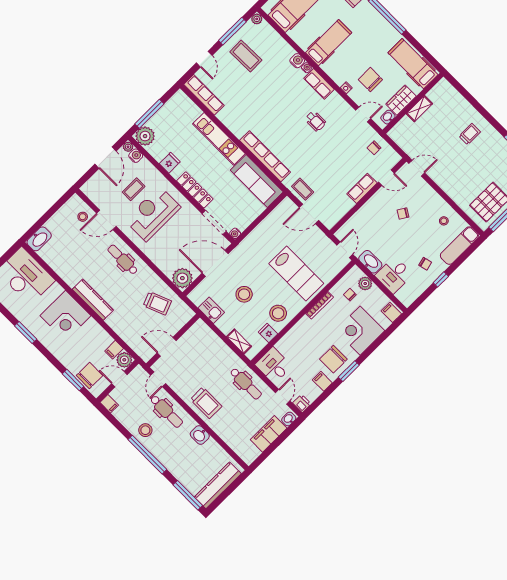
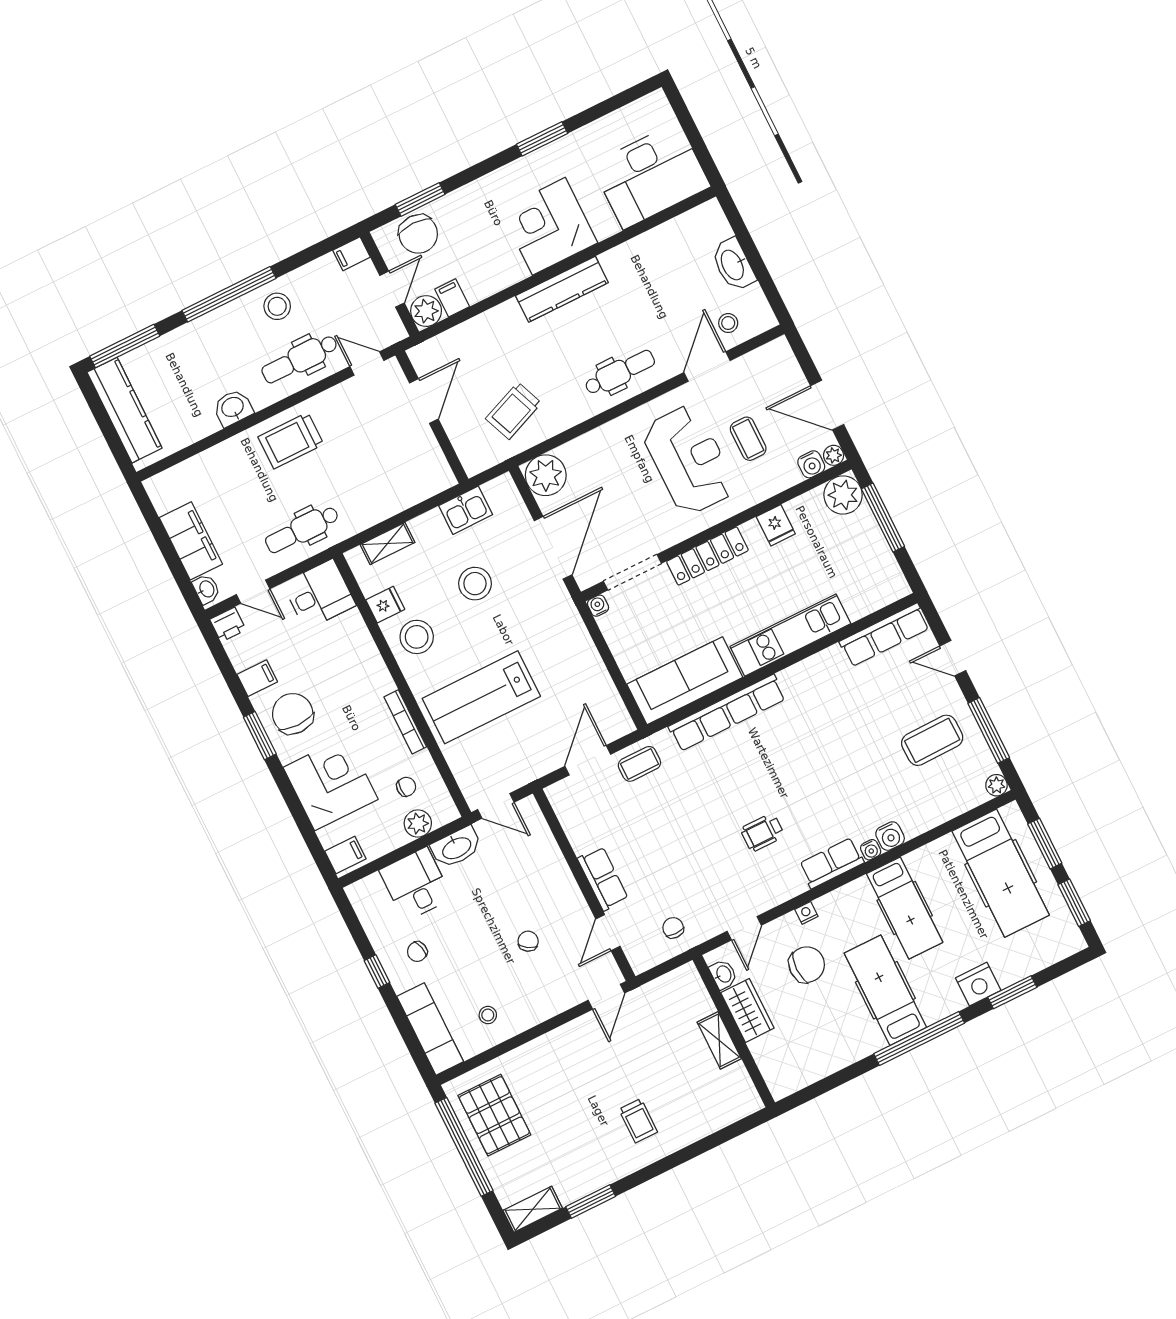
hospital bed: (413, 64) -> (885, 990), moved, turned -90
washbasin: (39, 239) -> (733, 265), moved

